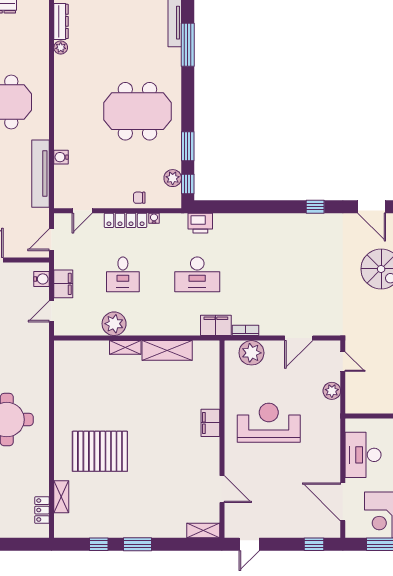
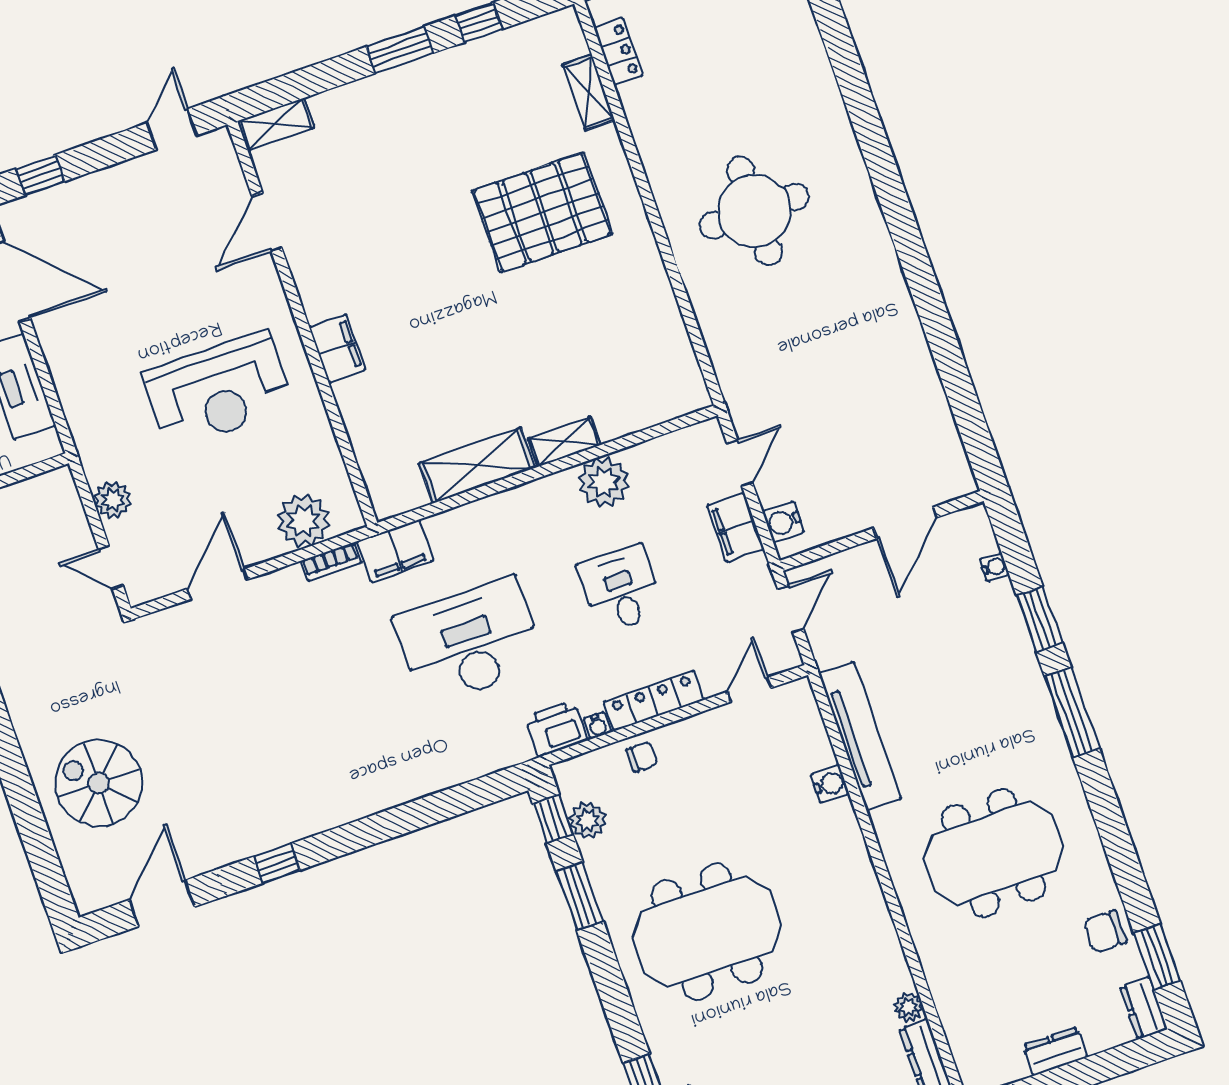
door: (372, 207) -> (162, 903), hinge flipped
printer: (200, 223) -> (556, 729), moved
desk: (197, 274) -> (469, 642), width x1.36, depth x1.30
door: (222, 489) -> (267, 222), hinge flipped

